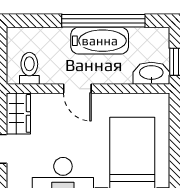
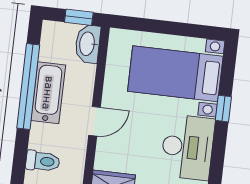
toilet: (29, 68) -> (43, 161), moved, turned 180

